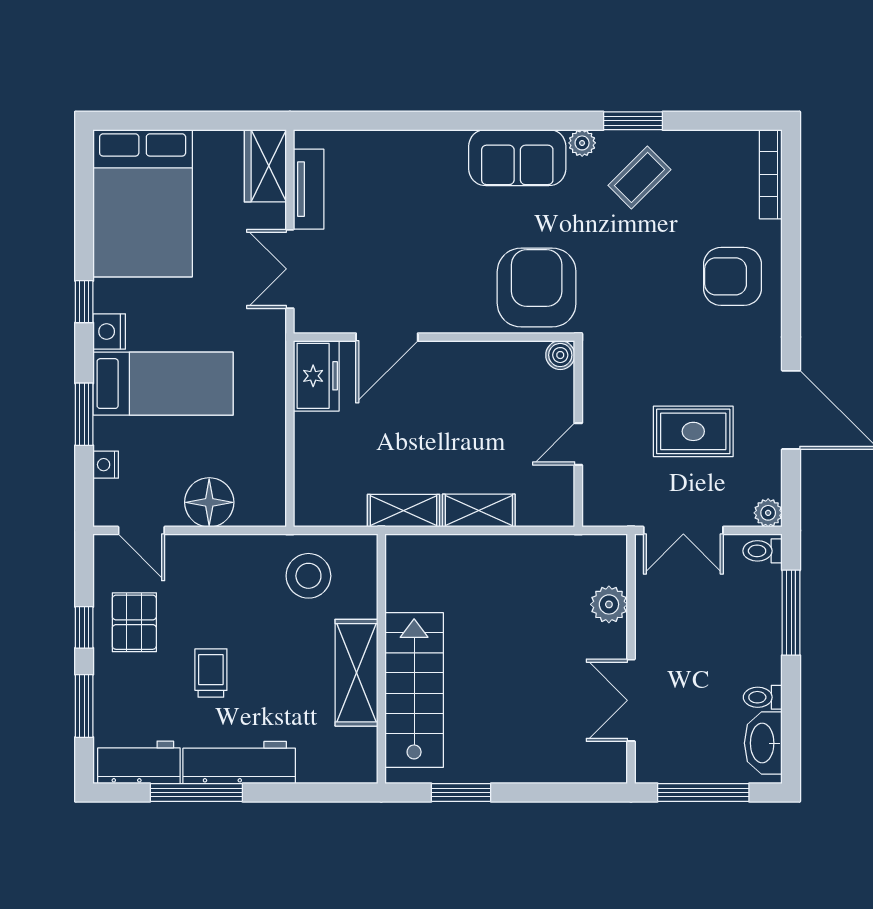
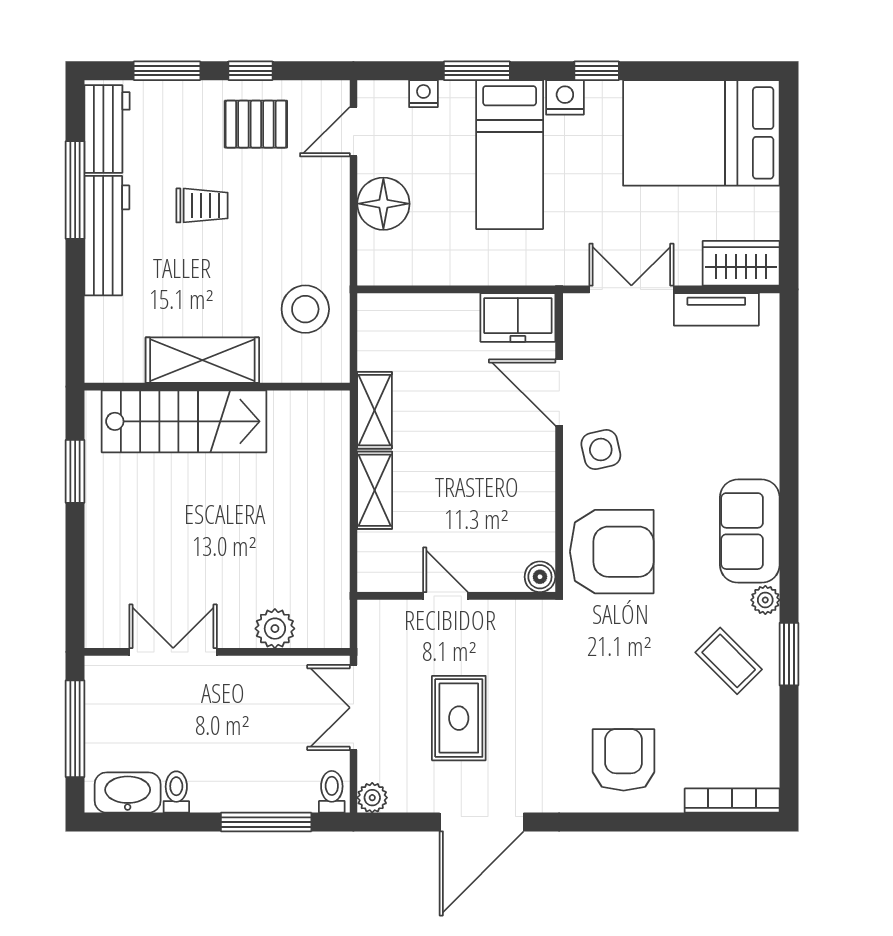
side table: (441, 298) -> (601, 450), added

